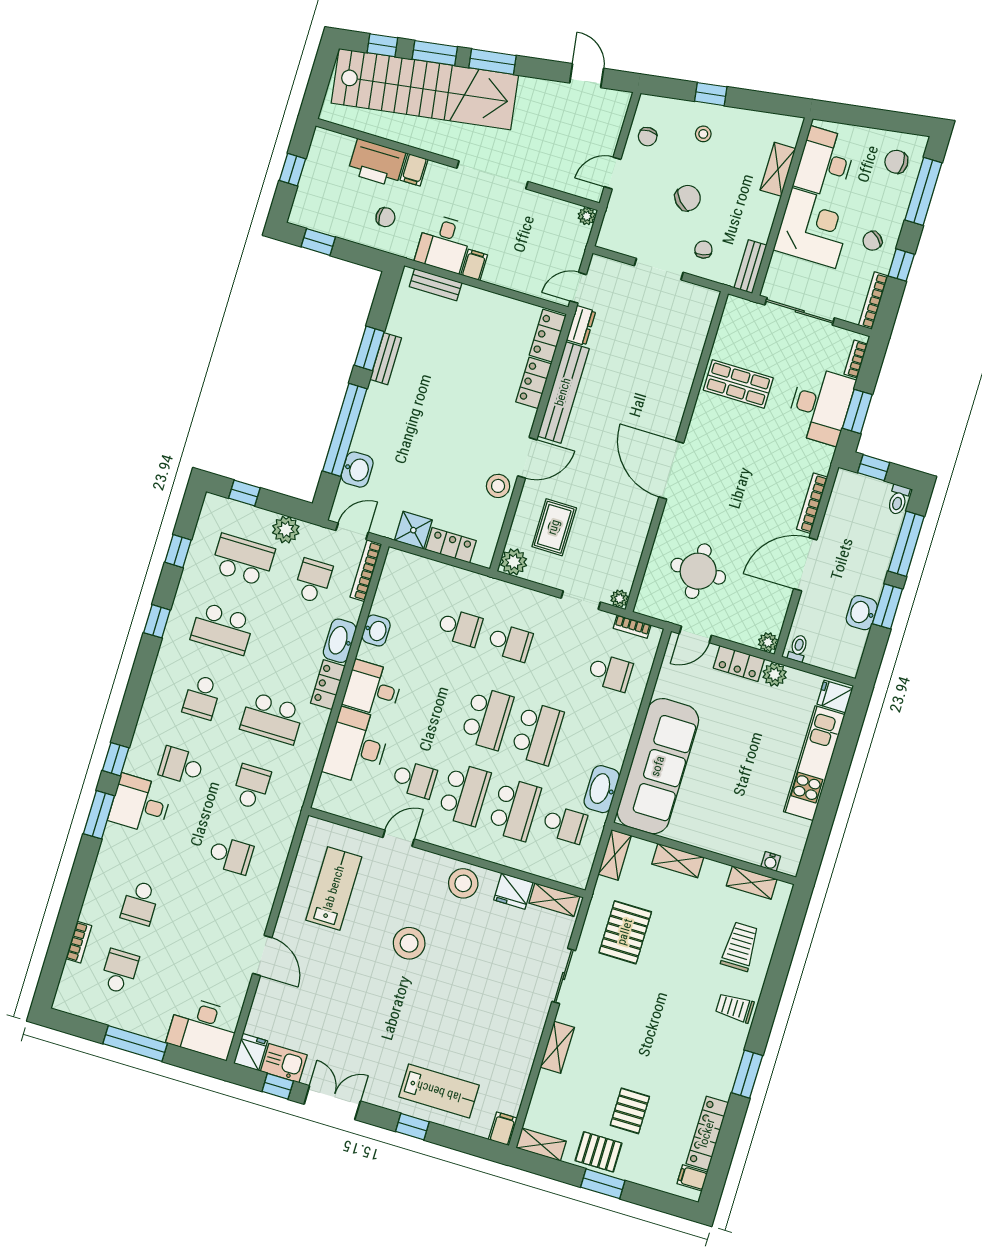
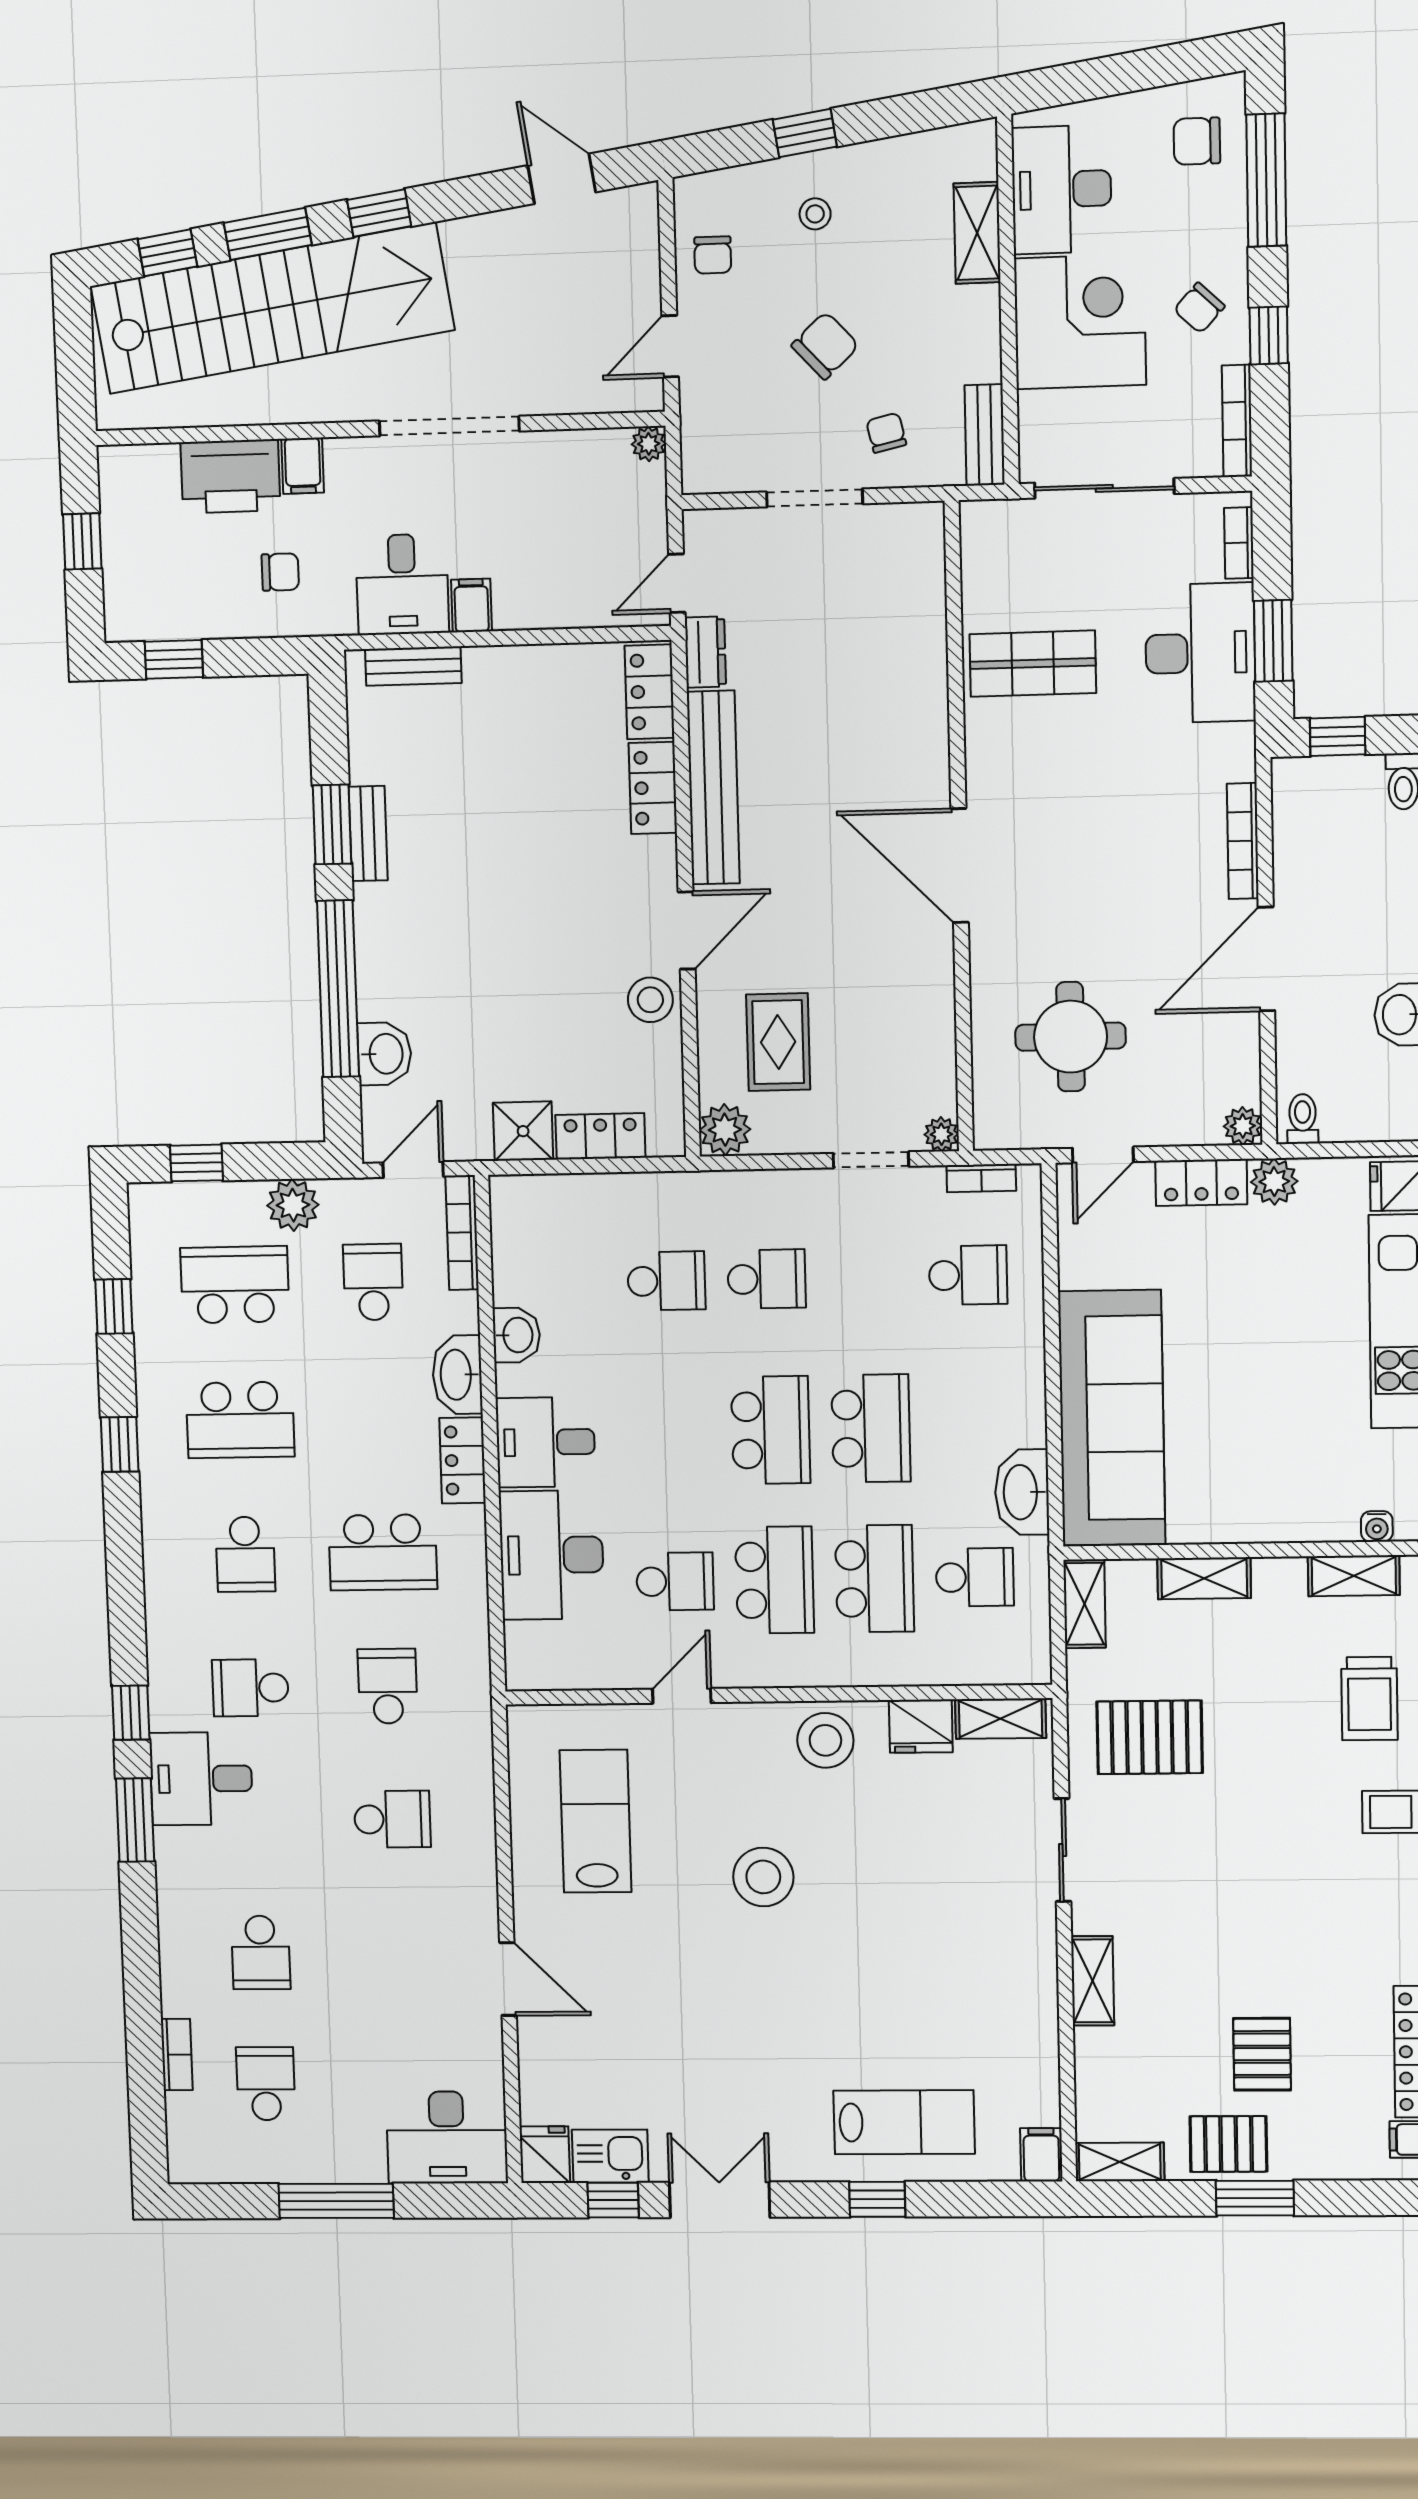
window: (493, 62) -> (379, 213), width x0.67
pallet: (625, 932) -> (1150, 1737), turned 90
trolley: (740, 947) -> (1369, 1699), turned 180

